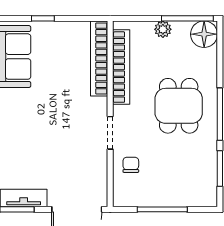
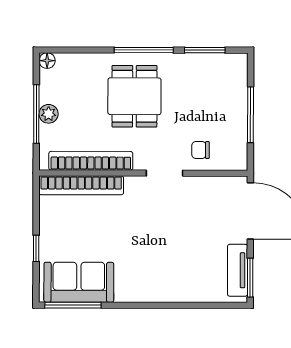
window: (187, 18) -> (36, 114), moved
floor lamp: (204, 34) -> (47, 61), width x0.53, depth x0.53
dining table: (179, 106) -> (134, 96), turned 90

